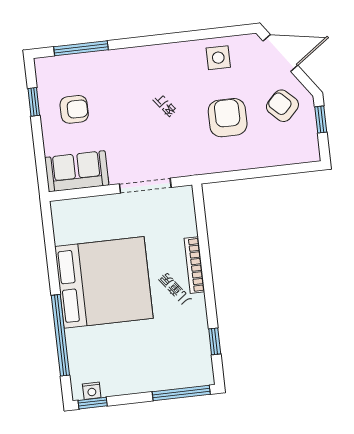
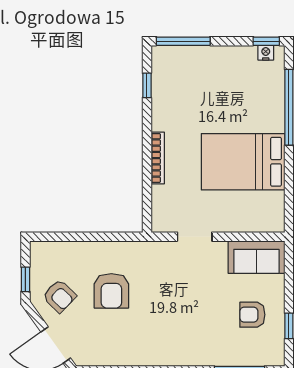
side table: (218, 58) -> (114, 347), removed
doorway: (145, 186) -> (195, 237), width x0.73
bed: (104, 282) -> (243, 162), width x0.73

